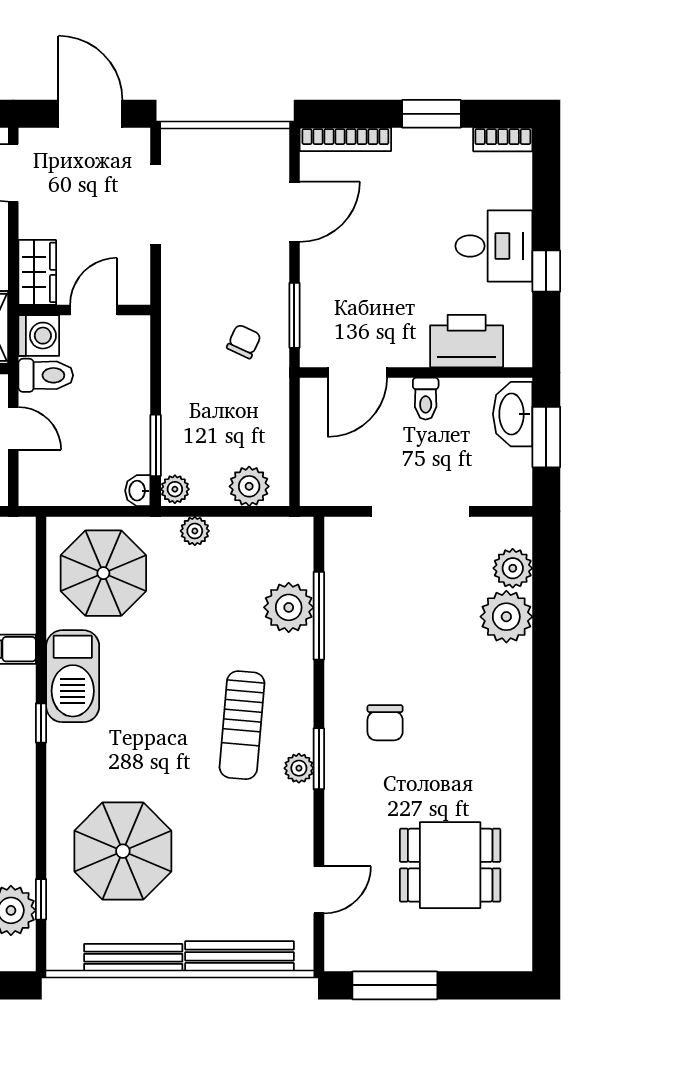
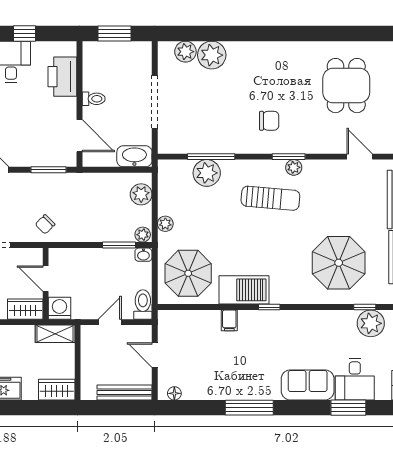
chair: (244, 341) -> (45, 224), moved, turned -70
toilet: (46, 375) -> (143, 304), moved
washbasin: (513, 414) -> (134, 156), moved, turned 180

